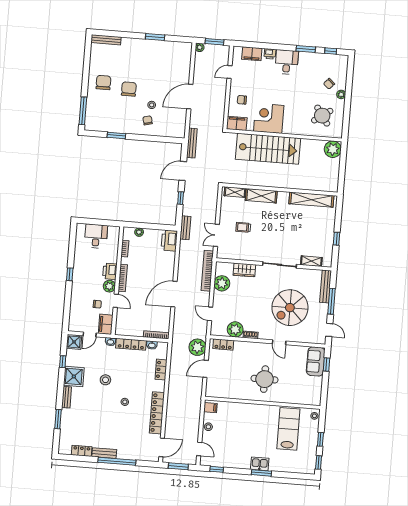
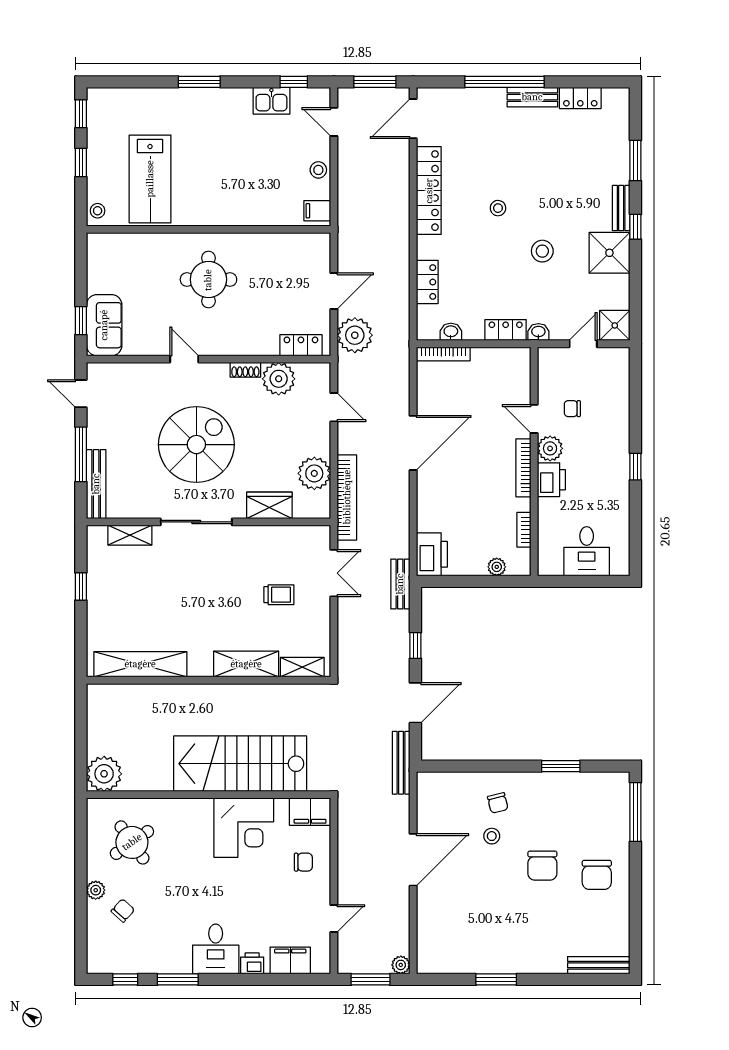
spiral stairs: (290, 308) -> (196, 445), moved
filing cabinet: (106, 324) -> (551, 368), removed
locker: (131, 344) -> (506, 330), width x0.66
window: (63, 362) -> (635, 227), moved
kitchen sink: (260, 464) -> (271, 101), moved

